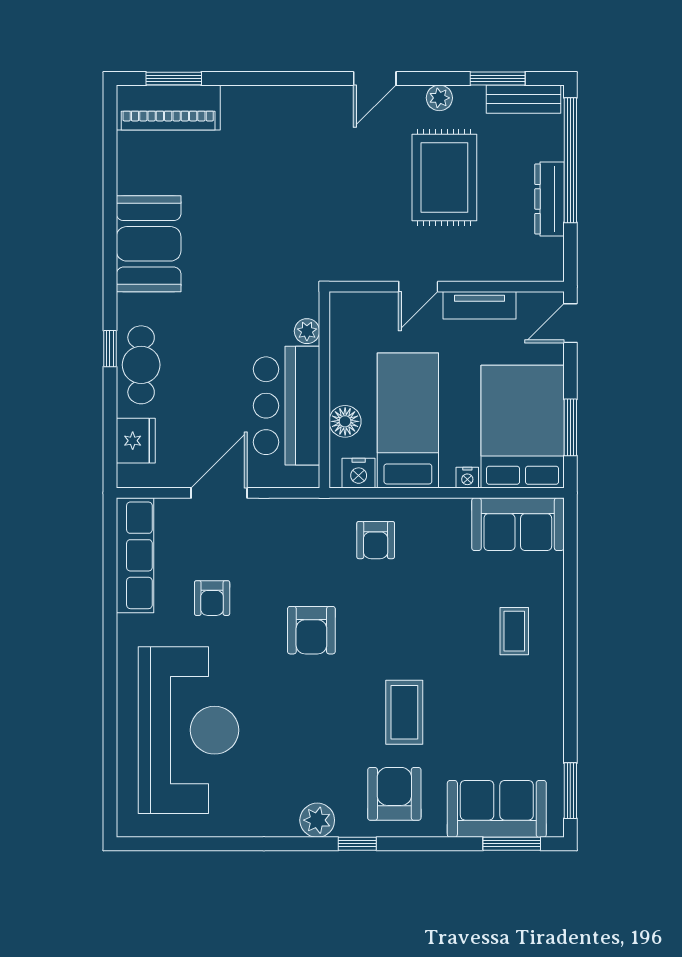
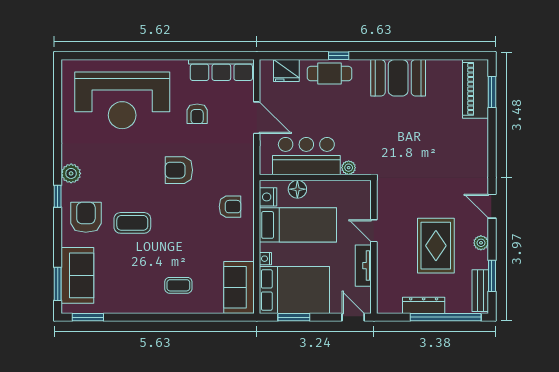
rug: (444, 177) -> (436, 246), turned 90
armchair: (376, 540) -> (230, 207), turned 180
armchair: (212, 598) -> (197, 114), turned -90
armchair: (394, 794) -> (86, 217), turned -90

